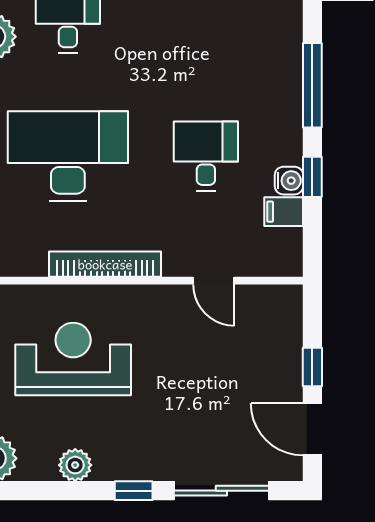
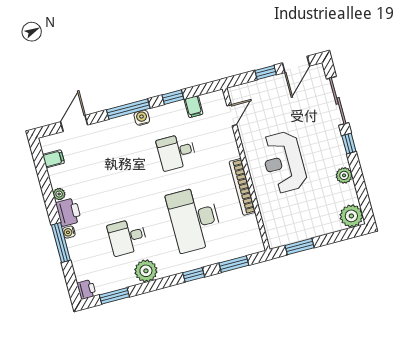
water cooler: (289, 181) -> (142, 118), moved
door: (214, 281) -> (232, 115), moved
reception desk: (73, 359) -> (284, 162), moved

